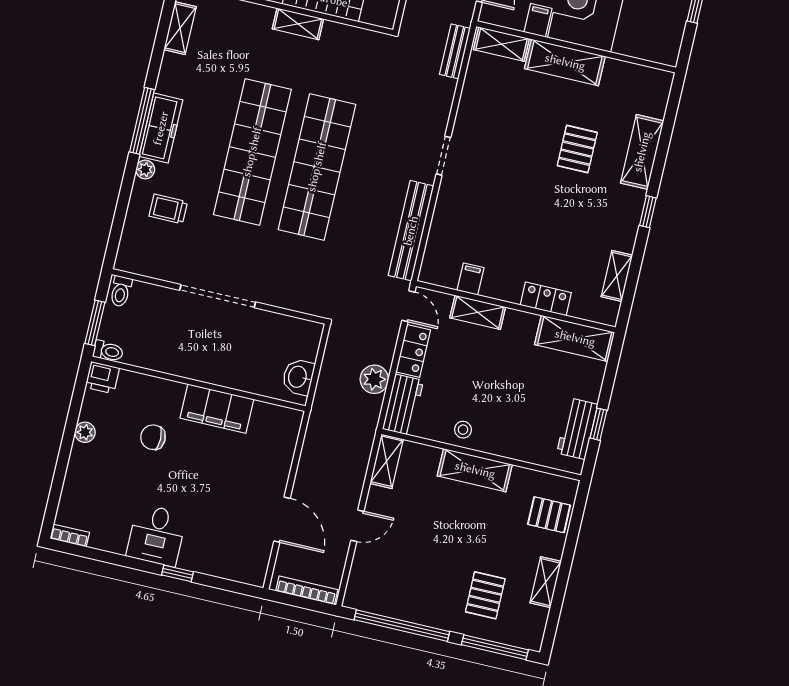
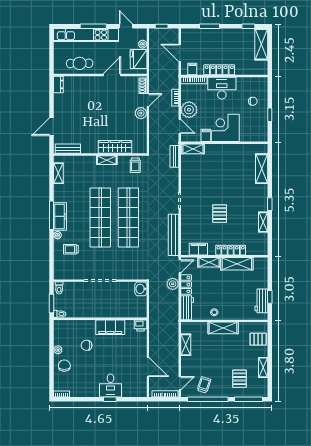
trolley: (360, 51) -> (135, 165), added
shelving: (565, 62) -> (221, 150), removed
pallet: (577, 149) -> (220, 214), moved
shelving: (642, 152) -> (262, 169), moved
shelving: (617, 276) -> (263, 222), moved
filing cabinet: (470, 279) -> (198, 249), width x2.00
locker: (546, 299) -> (231, 250), width x1.53
door: (408, 306) -> (180, 266), hinge flipped
shelving: (575, 338) -> (237, 264), moved
washbasin: (298, 377) -> (141, 289), moved
printer: (102, 378) -> (140, 325), moved
plant: (374, 379) -> (173, 284), moved
shelving: (387, 461) -> (186, 345), moved
chair: (91, 472) -> (64, 366), added
door: (357, 526) -> (180, 383), moved
desk: (157, 535) -> (110, 386), moved
trolley: (401, 590) -> (204, 385), added

